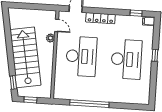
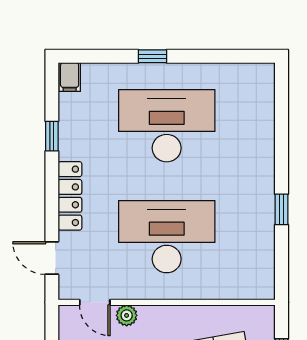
window: (136, 13) -> (52, 136), moved
door: (57, 25) -> (95, 302), swing flipped
window: (89, 104) -> (281, 209), width x0.32

